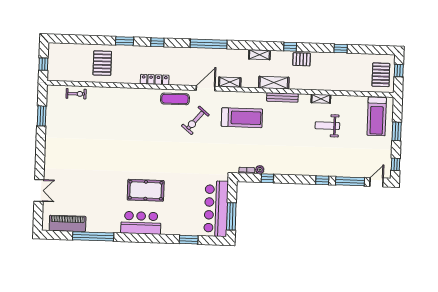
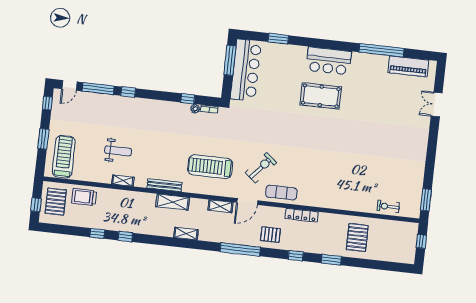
window: (290, 47) -> (125, 237), moved
pallet: (302, 59) -> (270, 235), moved
trolley: (355, 81) -> (84, 197), added
window: (42, 116) -> (426, 200), moved

